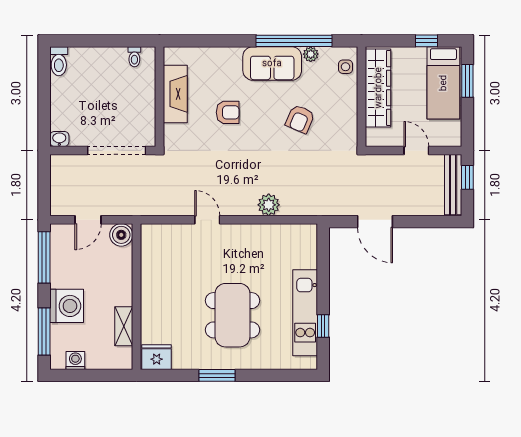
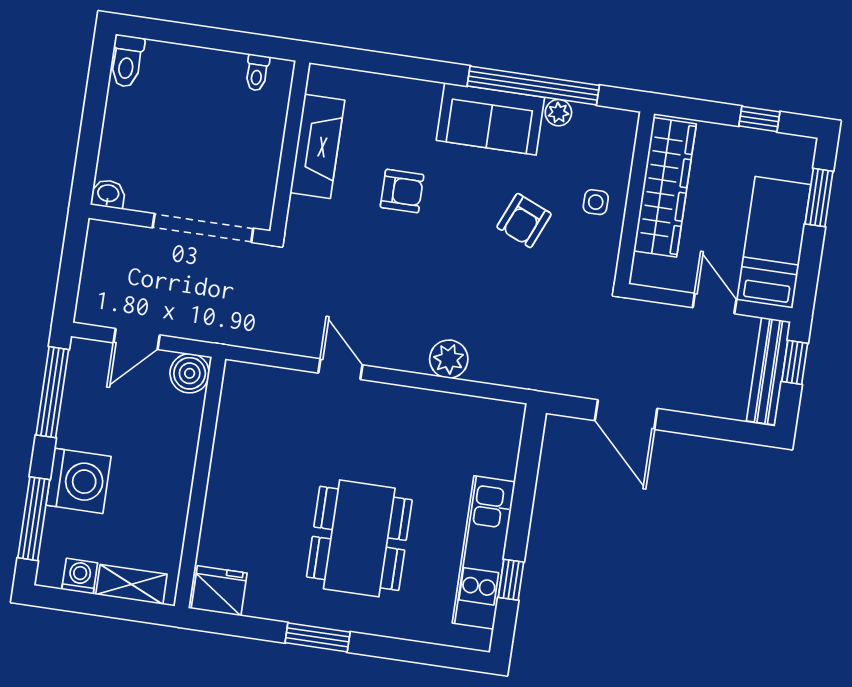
side table: (346, 67) -> (596, 202), moved
bed: (443, 83) -> (774, 242), moved, turned 180
shelving: (124, 326) -> (131, 584), moved, turned 90

